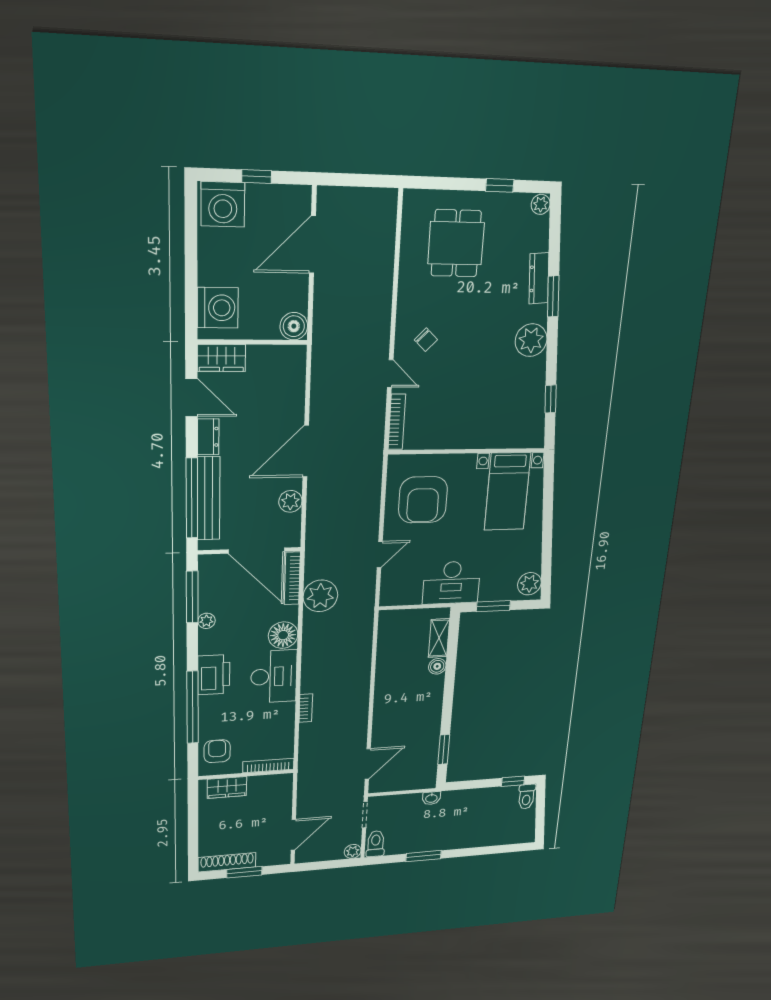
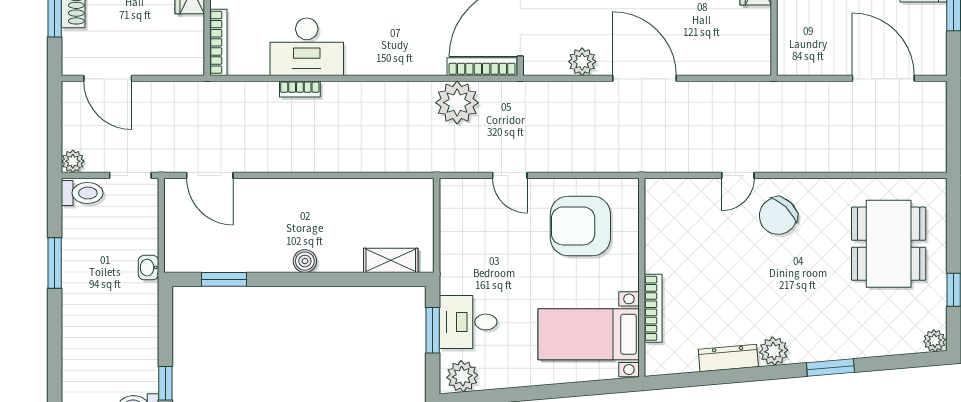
dining table: (456, 243) -> (889, 244), width x1.37
dresser: (539, 278) -> (728, 358), moved
boiler: (294, 326) -> (792, 60), removed
chair: (426, 340) -> (778, 216), width x1.87, depth x1.87
plant: (531, 340) -> (774, 351), width x0.73, depth x0.73
window: (551, 399) -> (707, 378), removed
bookcase: (397, 422) -> (653, 308), moved, turned -90
desk: (451, 583) -> (468, 322), moved, width x0.73
floor lamp: (283, 635) -> (405, 57), removed
boiler: (437, 666) -> (305, 261), moved
desk: (274, 676) -> (307, 47), moved

